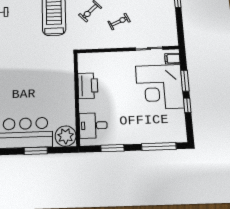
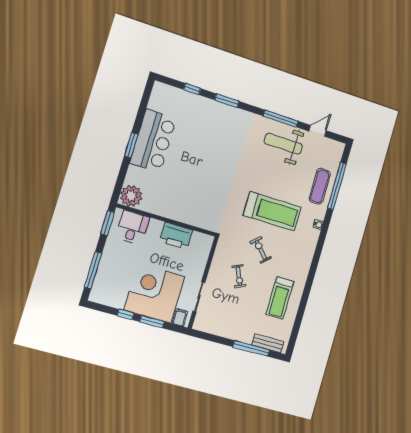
printer: (88, 86) -> (176, 236), moved
wall: (77, 98) -> (167, 220), moved
desk: (93, 125) -> (133, 227), moved
plant: (66, 136) -> (131, 196), moved

